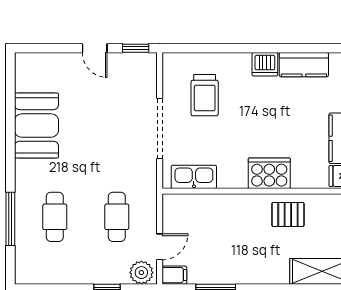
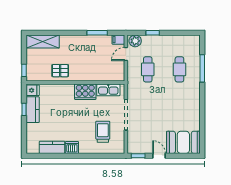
booth: (36, 125) -> (183, 142), moved, turned 90
cooker: (269, 173) -> (85, 92), moved

